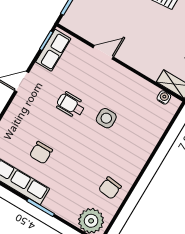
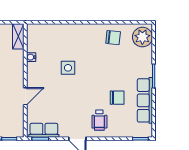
door: (103, 52) -> (25, 96), swing flipped
water cooler: (164, 97) -> (31, 57), moved
wheelchair: (71, 105) -> (99, 120), moved

